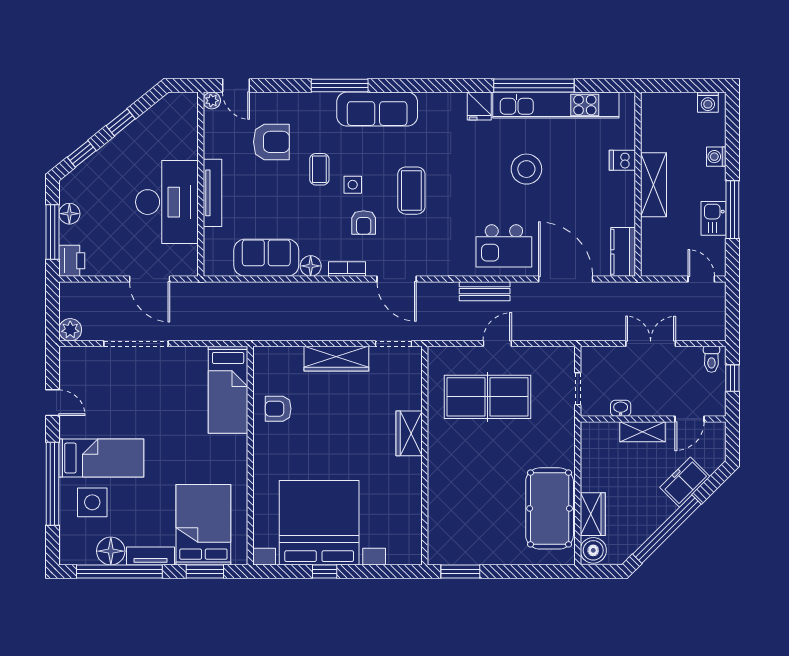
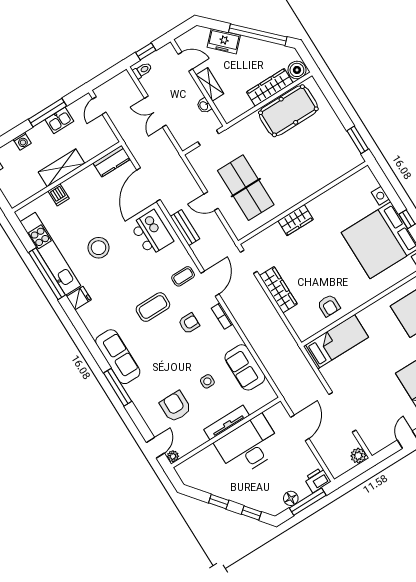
coffee table: (319, 169) -> (183, 276), moved
side table: (353, 185) -> (207, 381), moved
floor lamp: (311, 266) -> (234, 338), removed
wardrobe: (593, 514) -> (270, 87), width x1.50

